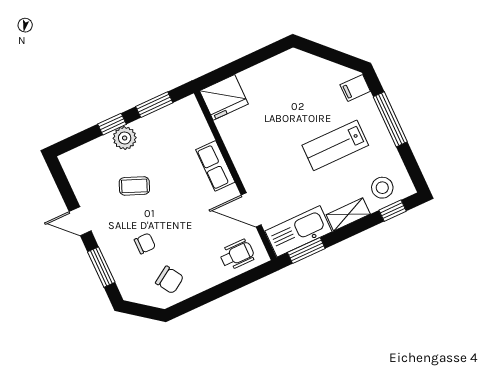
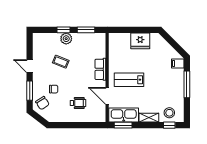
fridge: (224, 97) -> (140, 41), moved
lab bench: (335, 145) -> (129, 80), moved
wheelchair: (237, 255) -> (78, 103), moved
chair: (170, 280) -> (42, 103), moved

